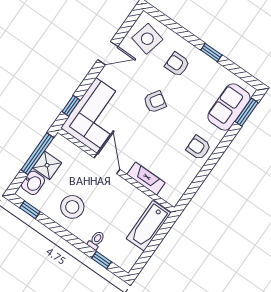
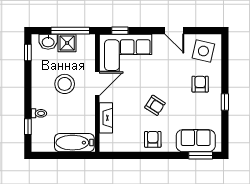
armchair: (155, 102) -> (155, 105), moved
stool: (72, 207) -> (65, 84), moved

